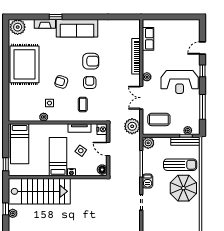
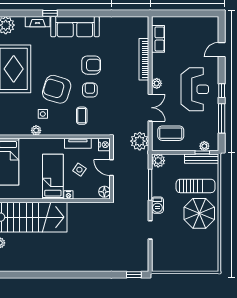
window: (202, 71) -> (222, 91), moved
armchair: (61, 82) -> (57, 89), width x1.88, depth x1.88
reception desk: (180, 82) -> (195, 89), turned -90
double door: (141, 98) -> (150, 108), swing flipped

